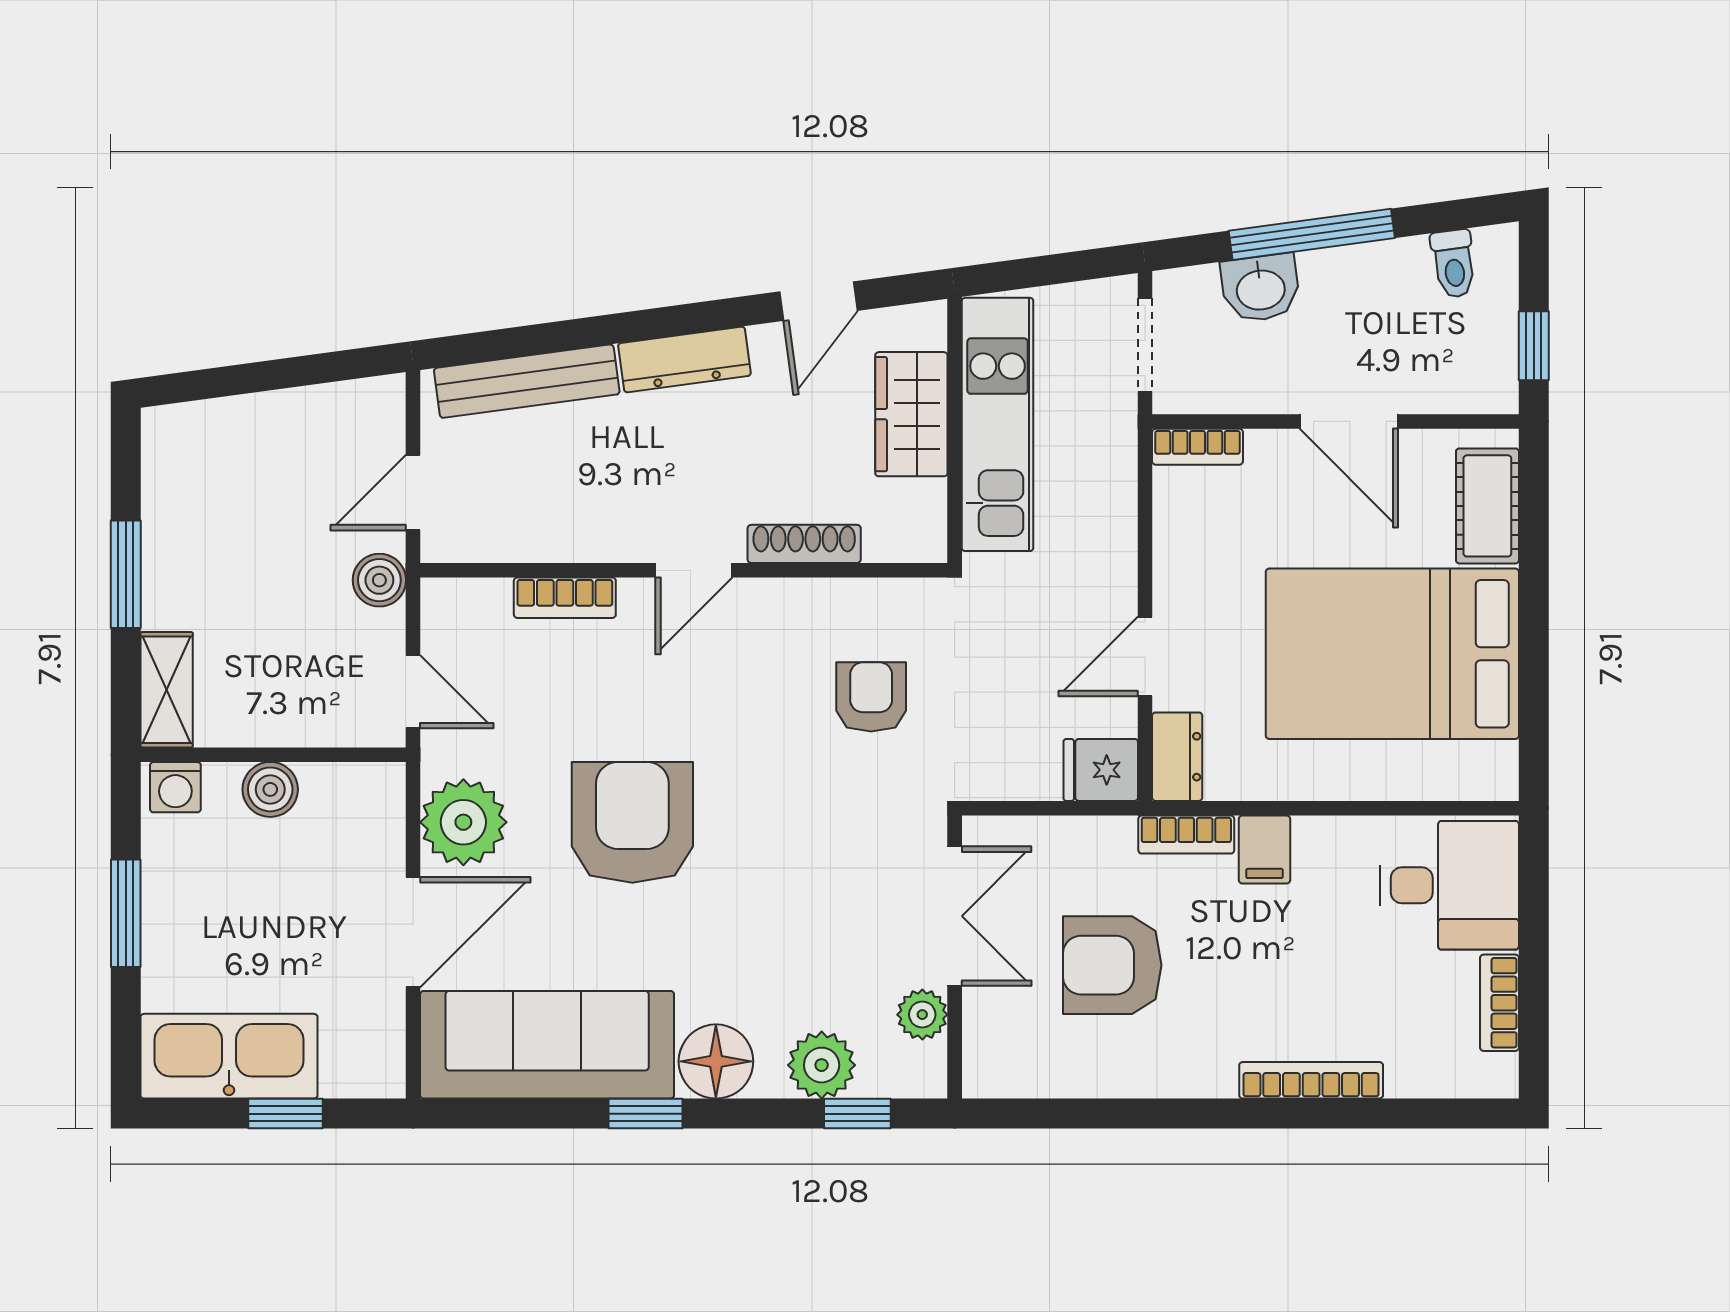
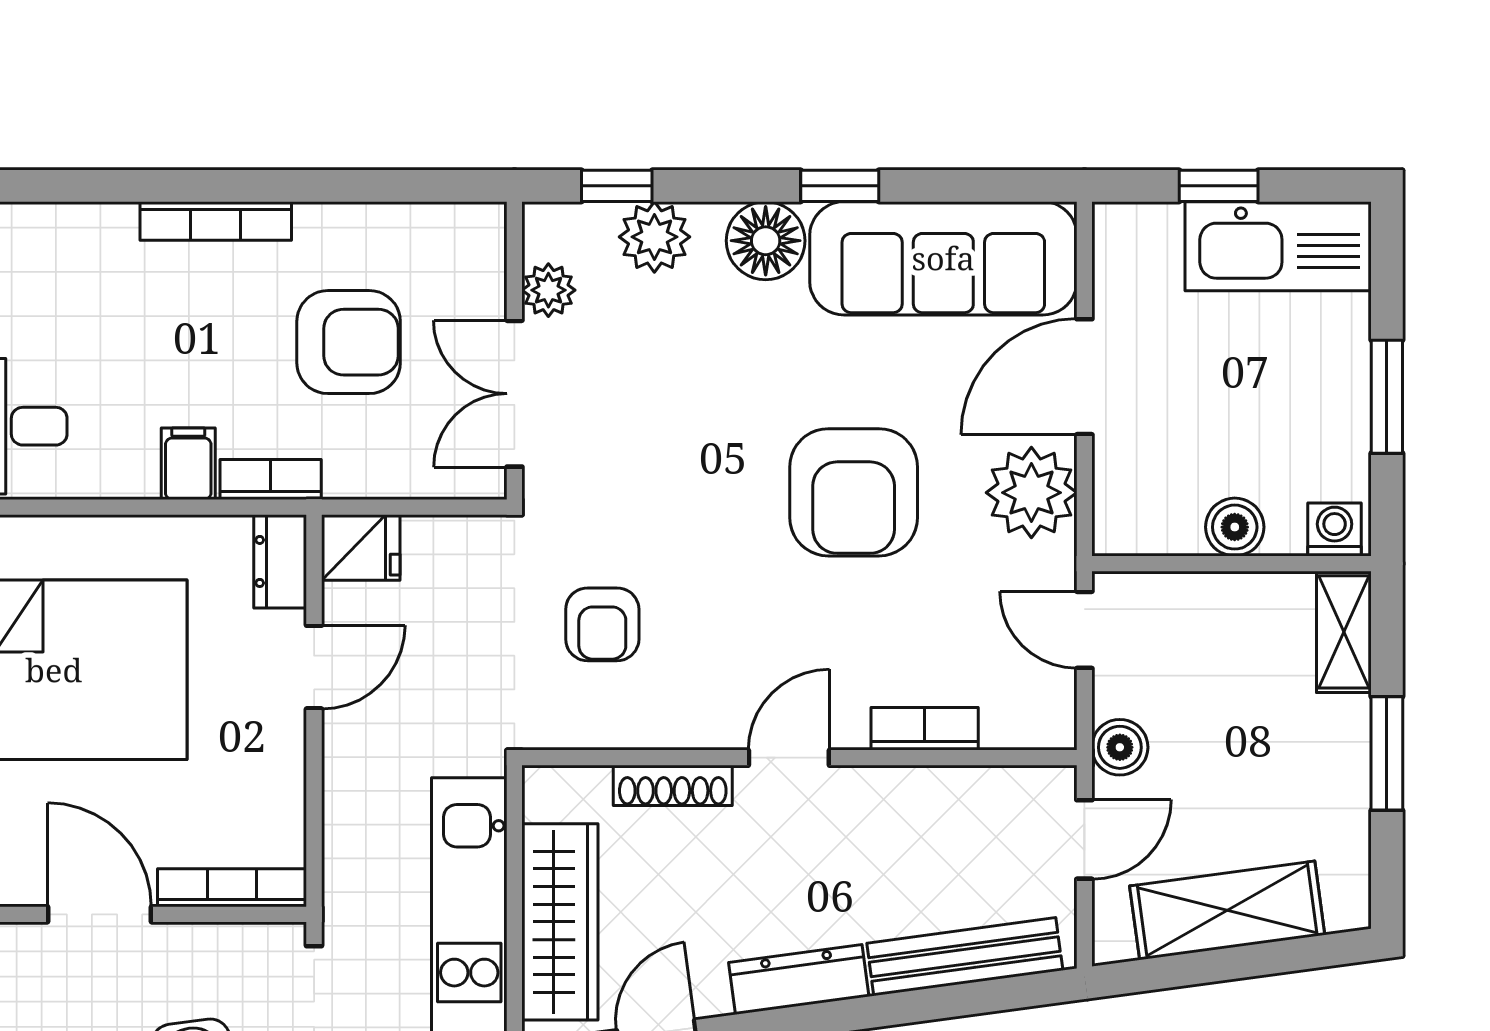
wardrobe: (911, 414) -> (560, 922), width x1.50
shelving: (277, 425) -> (1227, 910), added
bookcase: (1197, 447) -> (232, 888), width x1.56
bookcase: (1311, 1080) -> (216, 221), moved

